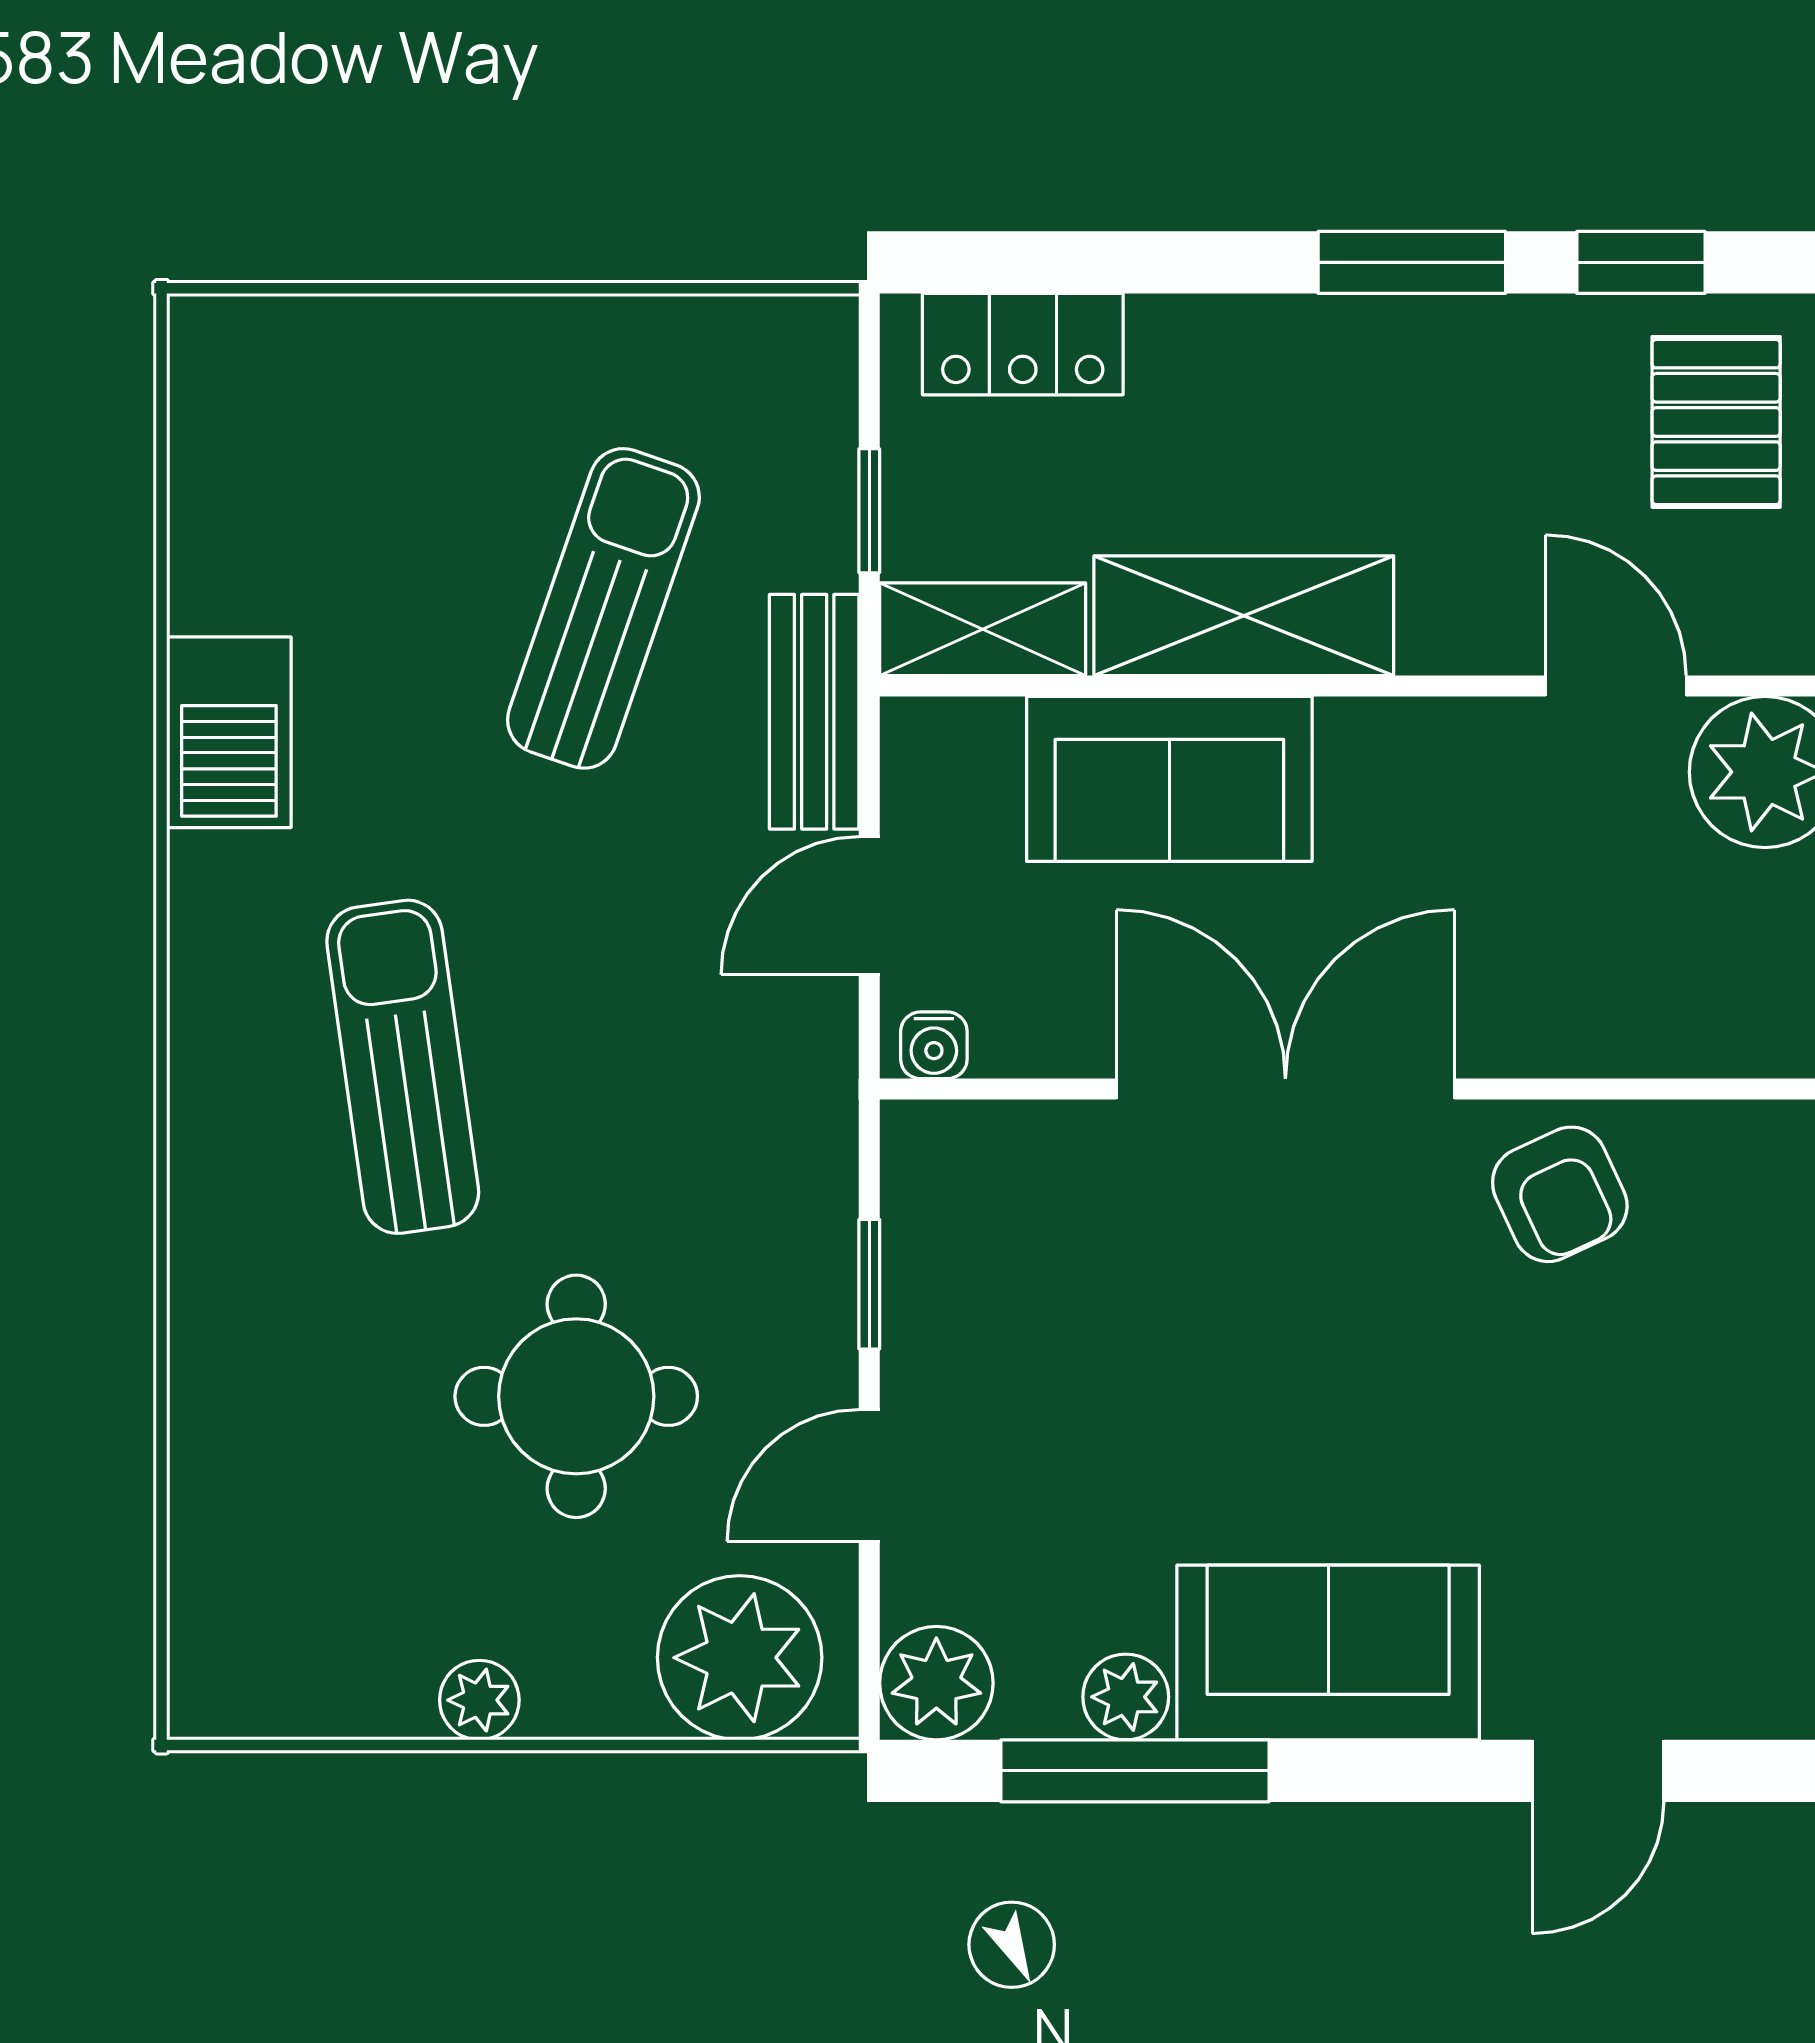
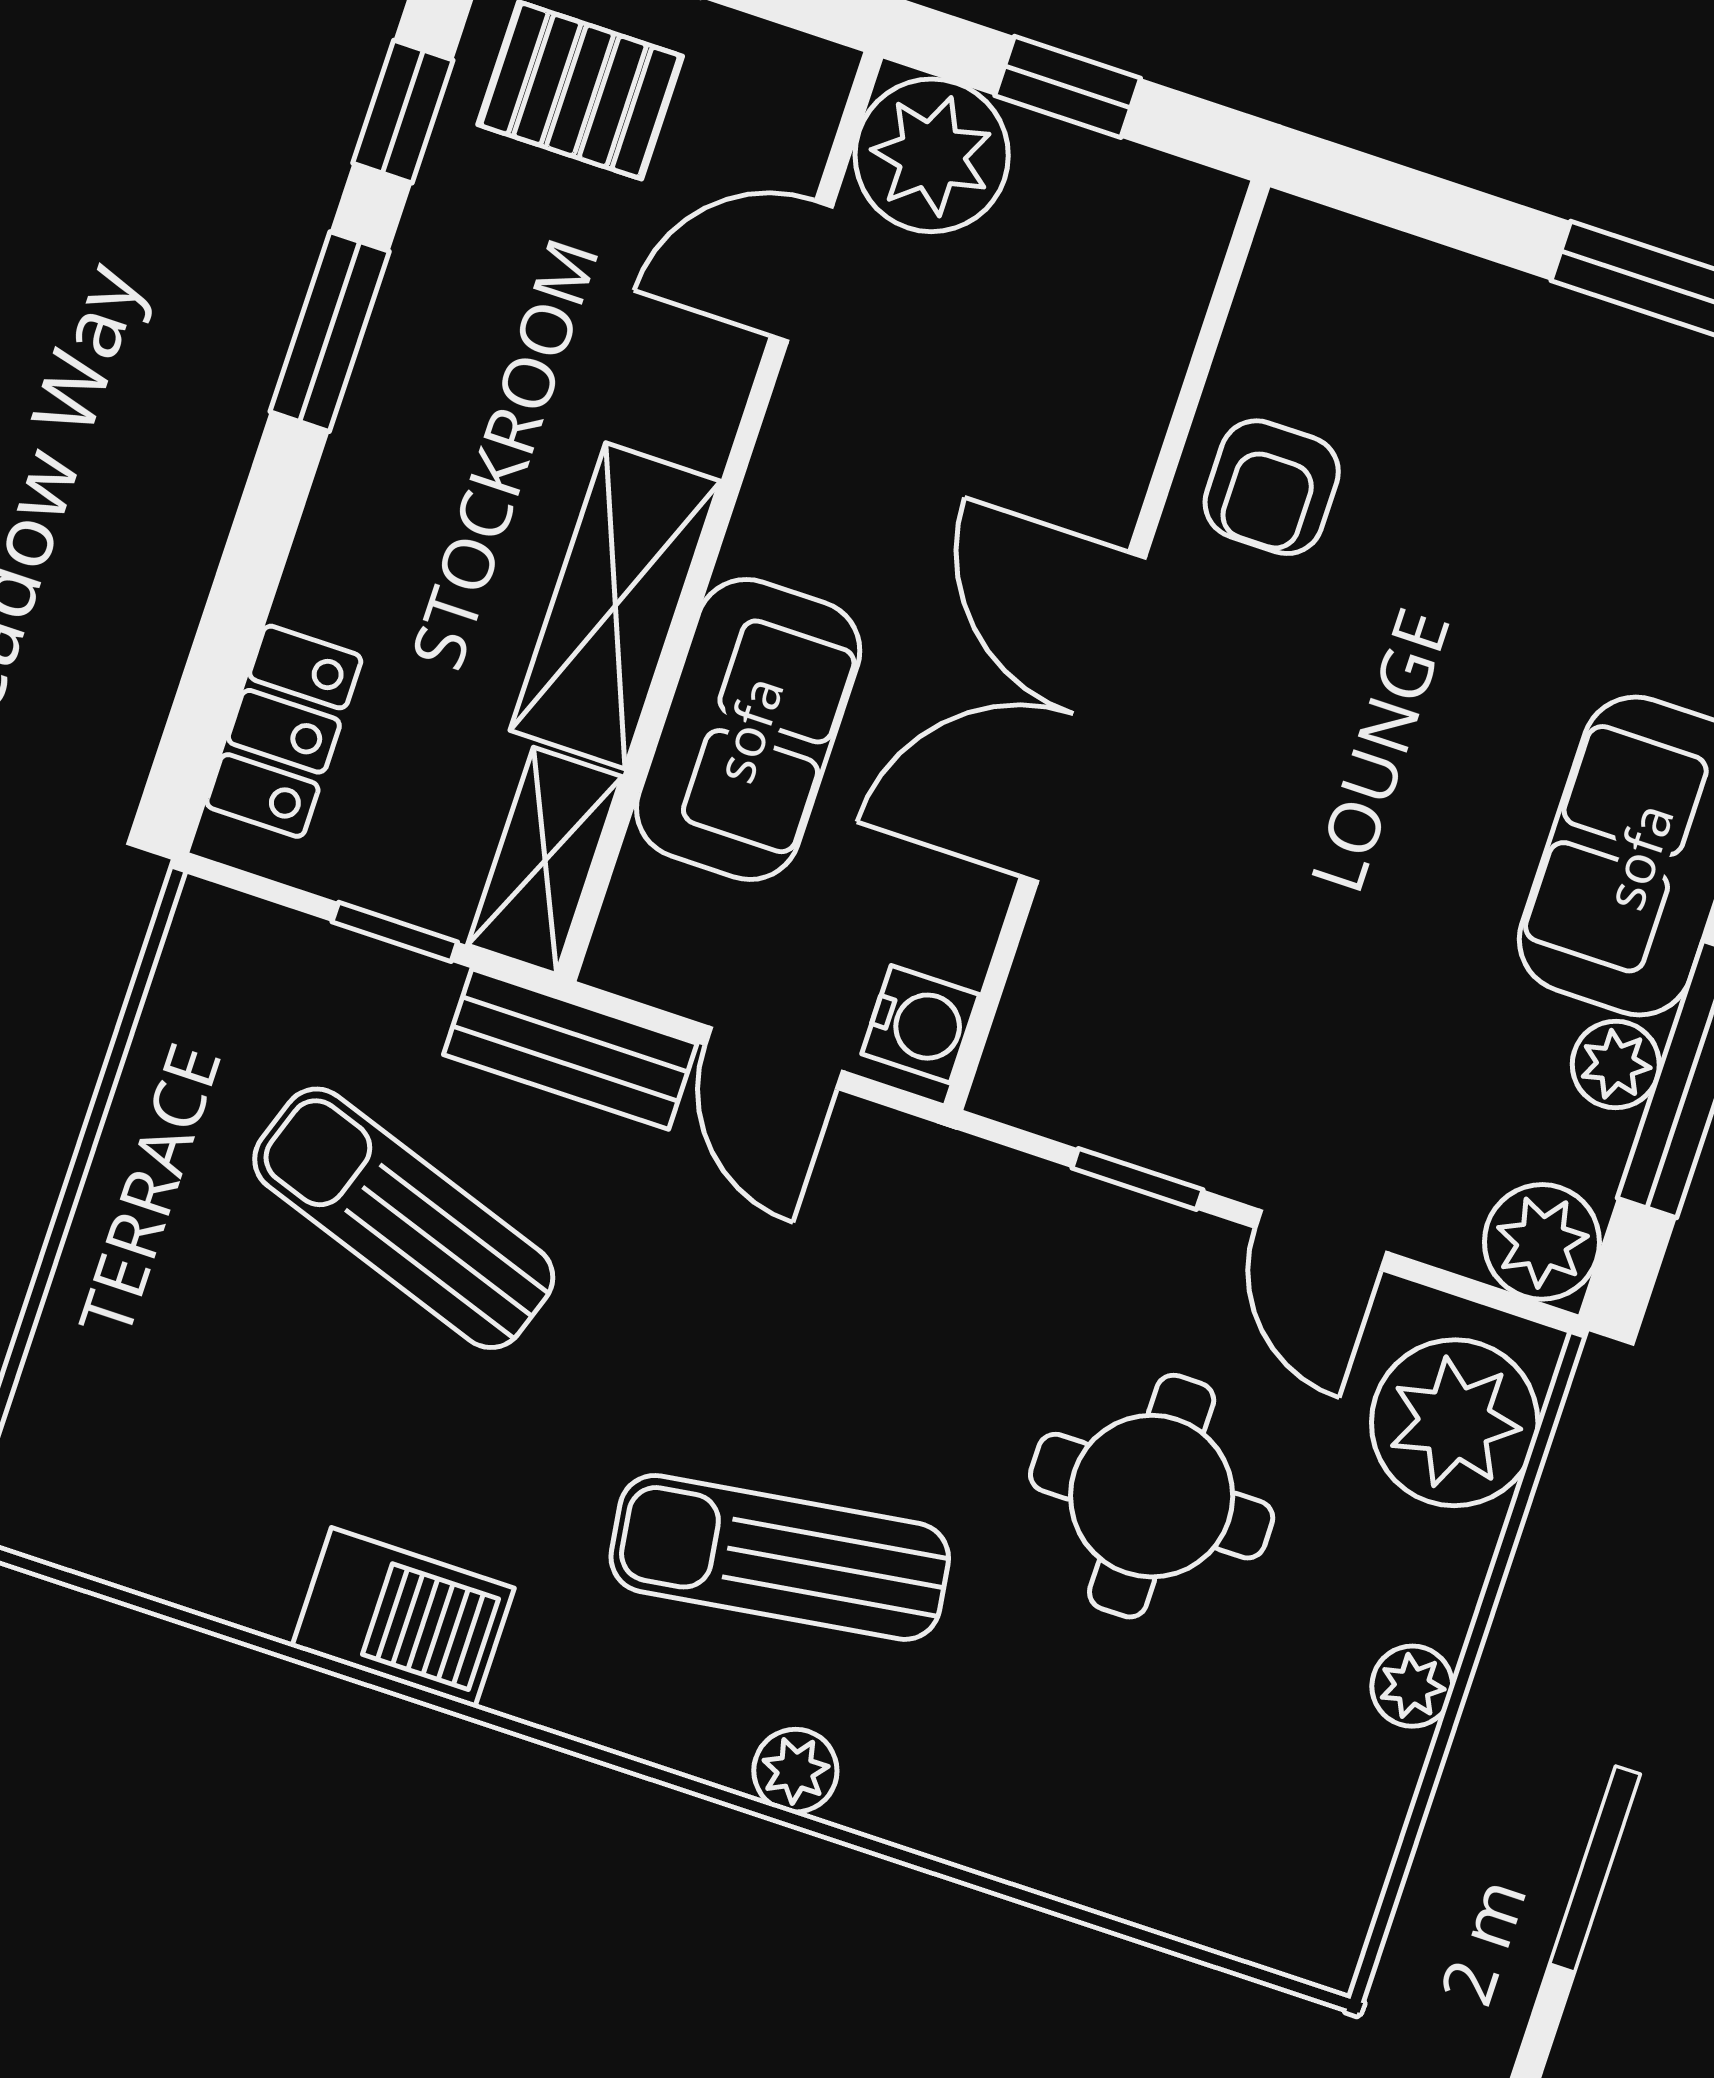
water cooler: (934, 1045) -> (921, 1024), width x1.38, depth x1.38
plant: (208, 1148) -> (795, 1771), added
armchair: (1560, 1194) -> (1272, 487), turned 115

